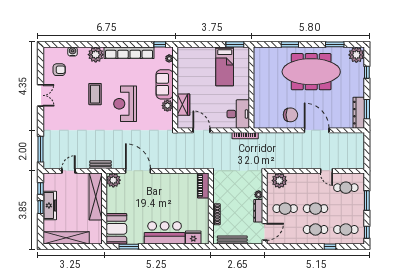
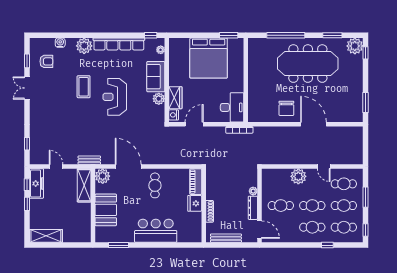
window: (290, 44) -> (286, 35), width x2.11
bed: (225, 66) -> (209, 58), width x2.04
window: (41, 69) -> (27, 61), added
window: (367, 72) -> (366, 53), moved
double door: (41, 95) -> (27, 88), swing flipped
dresser: (359, 113) -> (357, 106), removed
chair: (290, 115) -> (286, 108), turned 90
nightstand: (182, 121) -> (174, 115), added
door: (202, 130) -> (194, 124), hinge flipped
window: (41, 149) -> (27, 144), width x0.46
door: (69, 171) -> (56, 166), hinge flipped
plant: (279, 181) -> (298, 176), moved
cafe table: (164, 189) -> (155, 185), added
shelving: (96, 197) -> (84, 185), width x0.68
freezer: (50, 205) -> (37, 183), moved
cafe table: (346, 209) -> (344, 206), added
booth: (116, 229) -> (106, 210), moved
door: (265, 232) -> (260, 230), hinge flipped
shelving: (66, 238) -> (46, 236), width x0.68
fridge: (193, 238) -> (195, 203), moved, turned -90

